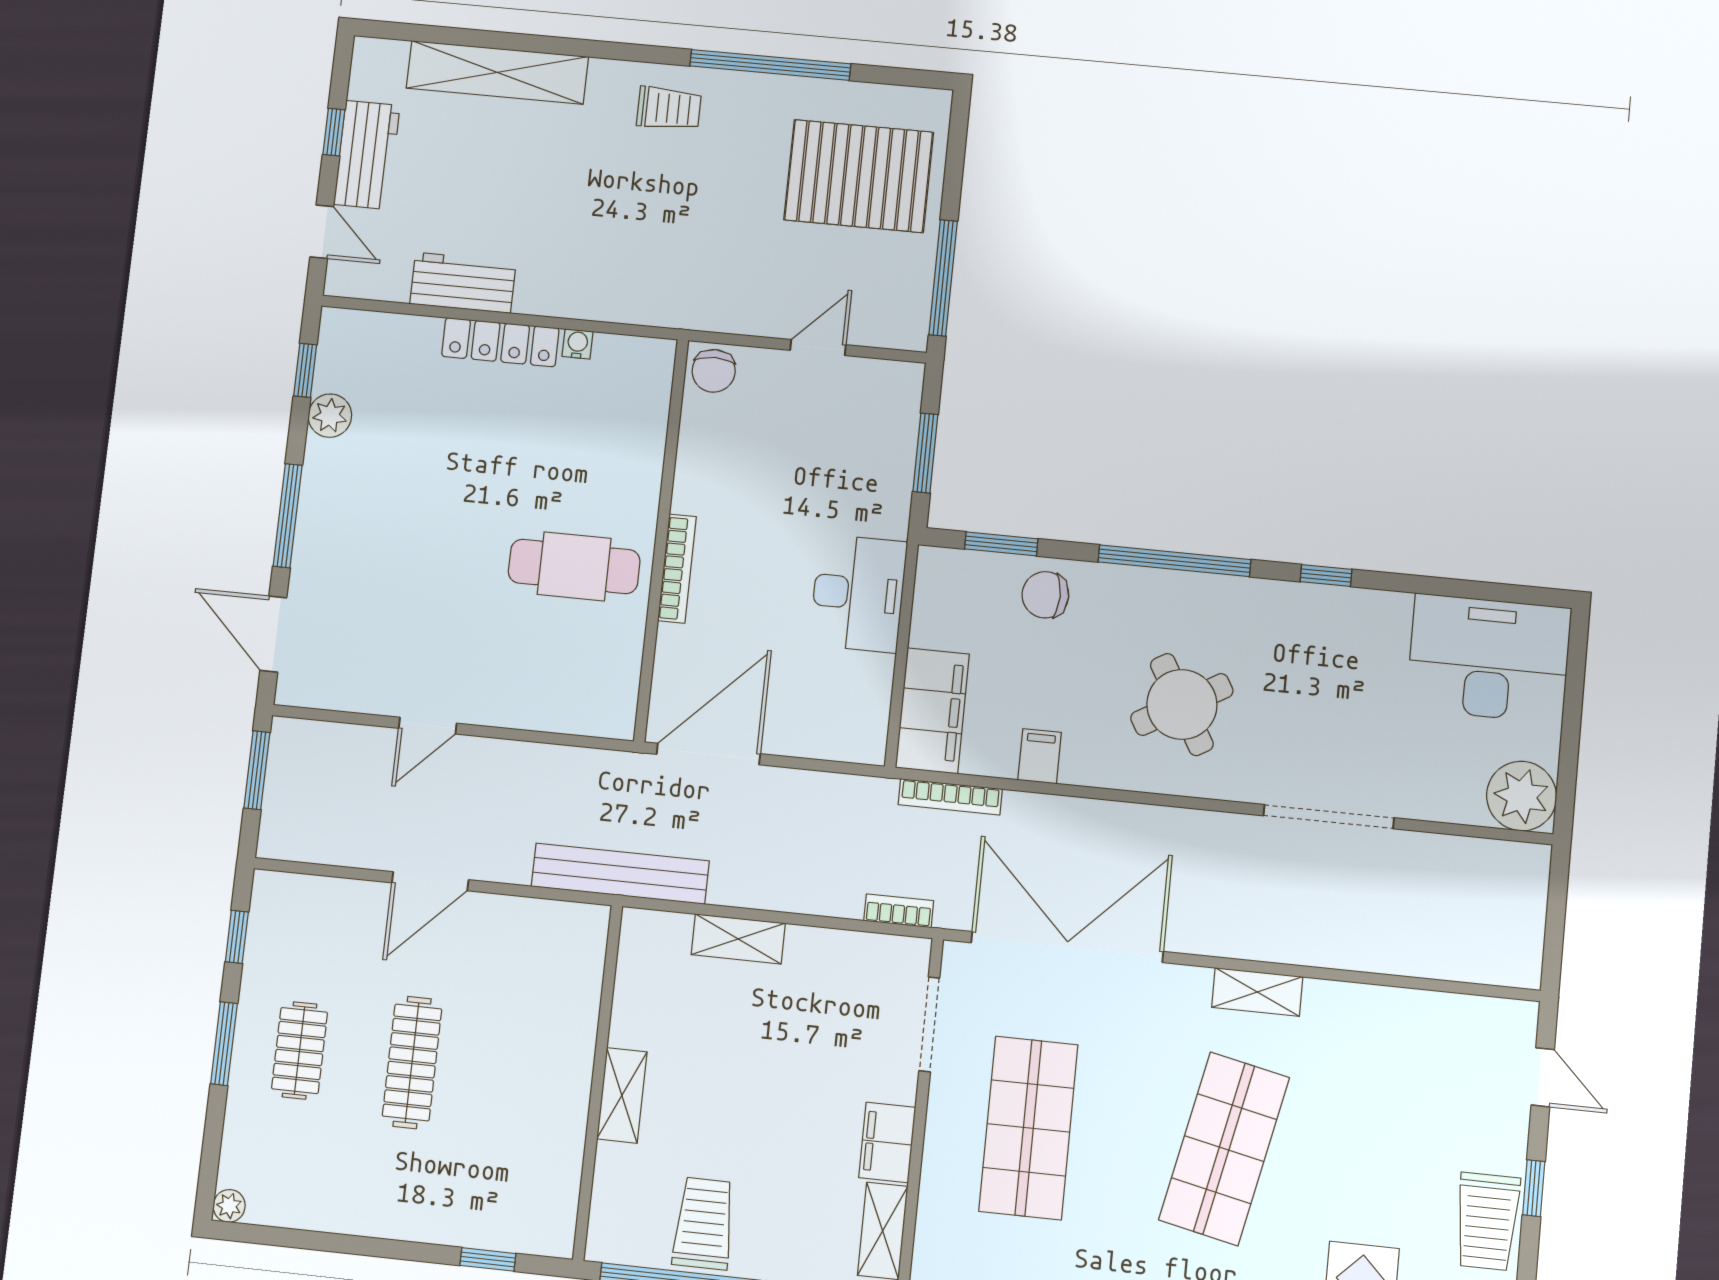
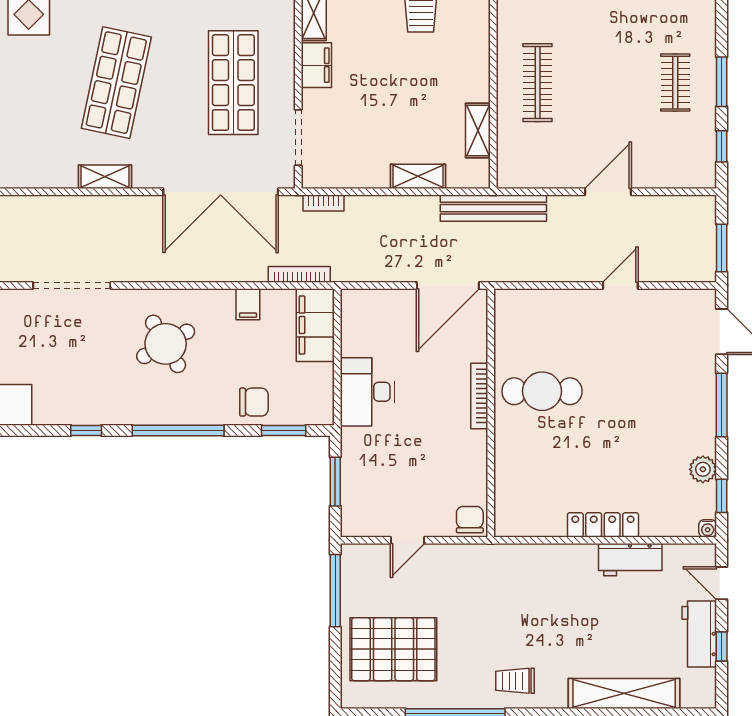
water cooler: (578, 344) -> (708, 528), moved
clothes rail: (412, 1062) -> (538, 83), moved
shelving: (622, 1095) -> (478, 131), moved

